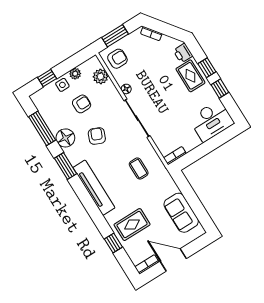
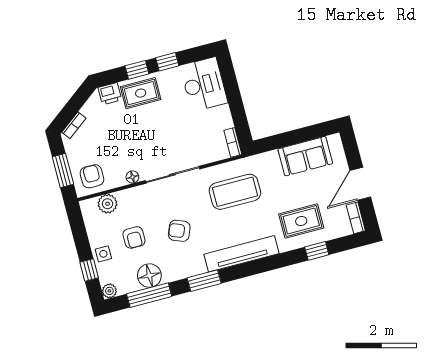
plant: (75, 74) -> (109, 291), moved
armchair: (82, 104) -> (134, 237), turned 180
floor lamp: (65, 138) -> (149, 276), moved
coffee table: (139, 169) -> (235, 192), width x1.86, depth x1.72
rug: (132, 225) -> (301, 221), turned 90

